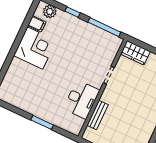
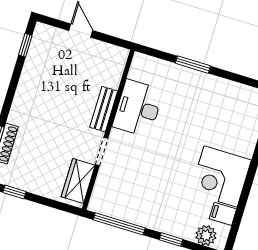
wardrobe: (135, 53) -> (78, 181), moved, turned -90
bench: (98, 115) -> (104, 109), moved

